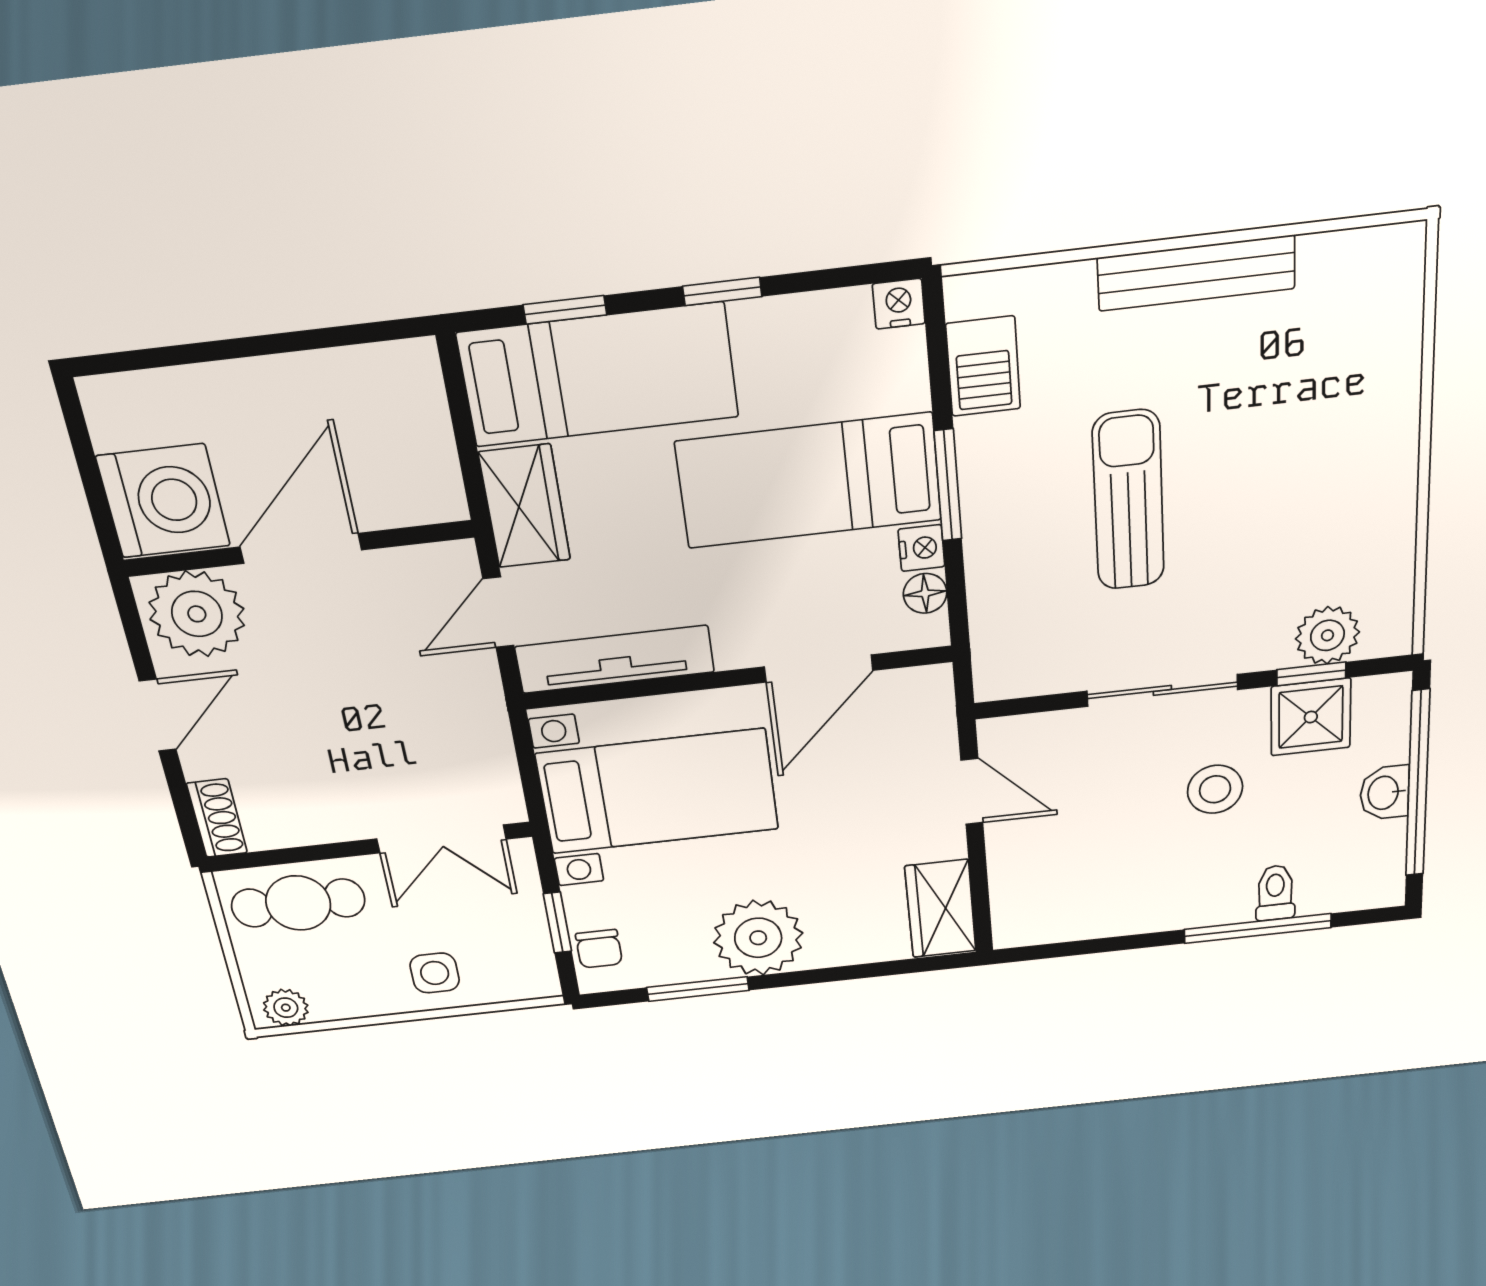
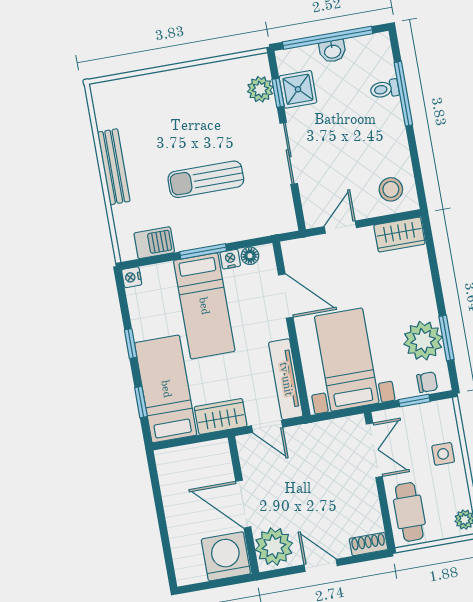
stool: (1215, 789) -> (391, 189), moved
plant: (758, 938) -> (423, 341), moved

